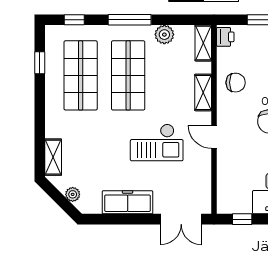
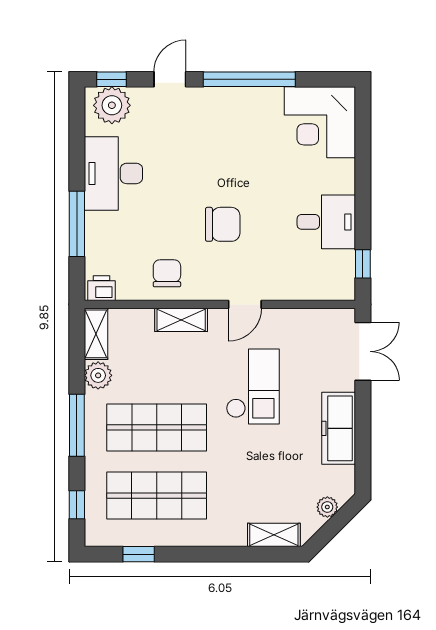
shelving: (203, 43) -> (96, 334), moved, turned 90

